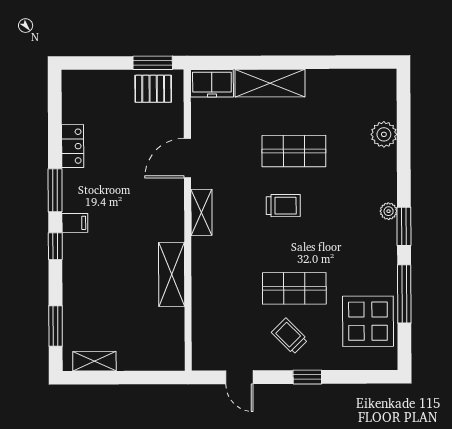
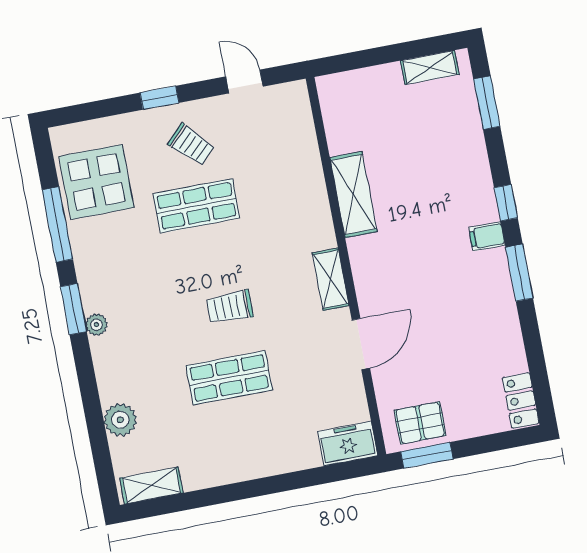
shelving: (270, 83) -> (151, 485), moved, width x0.67, depth x0.75
locker: (73, 146) -> (521, 401), moved

